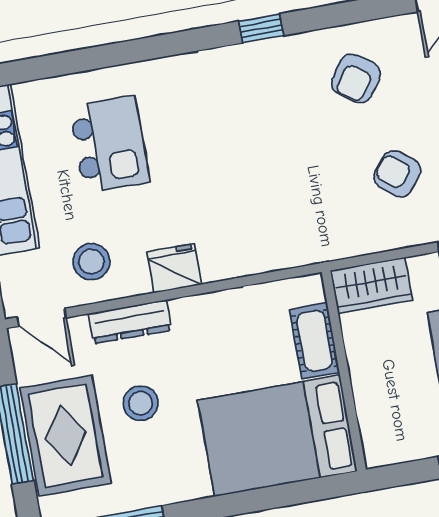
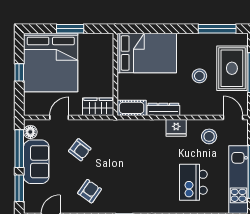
dresser: (130, 322) -> (163, 109), moved
cot: (315, 341) -> (132, 108), moved, turned 90

